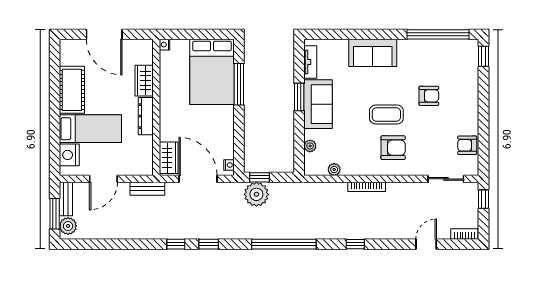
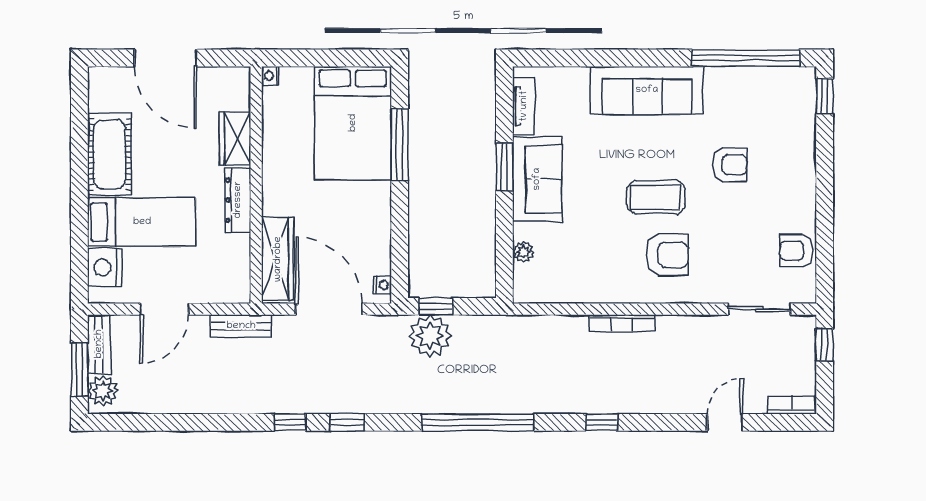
sofa: (373, 53) -> (647, 90), width x1.36
wardrobe: (169, 158) -> (278, 259), width x1.50
plant: (334, 169) -> (565, 293), removed

